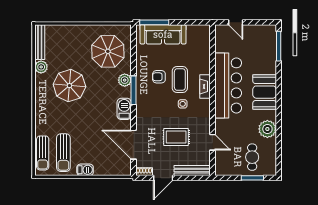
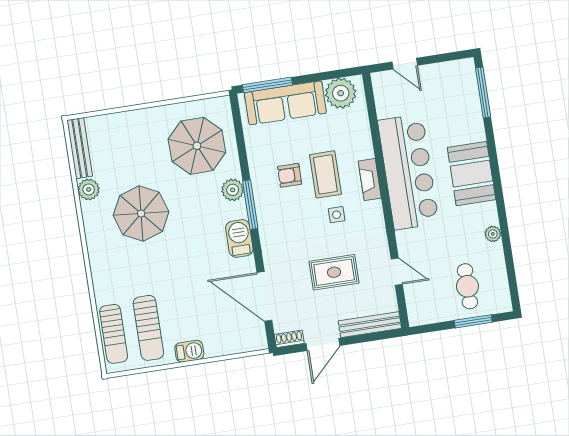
plant: (196, 34) -> (341, 93), added
plant: (267, 129) -> (493, 234), width x0.53, depth x0.53

